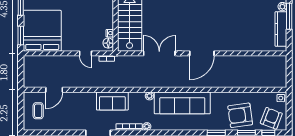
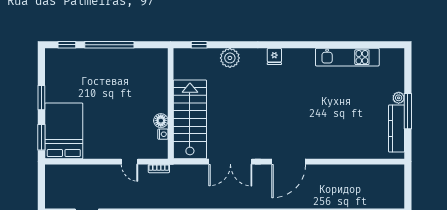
bed: (42, 31) -> (64, 131), width x0.73
floor lamp: (108, 43) -> (161, 121), moved
double door: (159, 53) -> (230, 162), swing flipped

